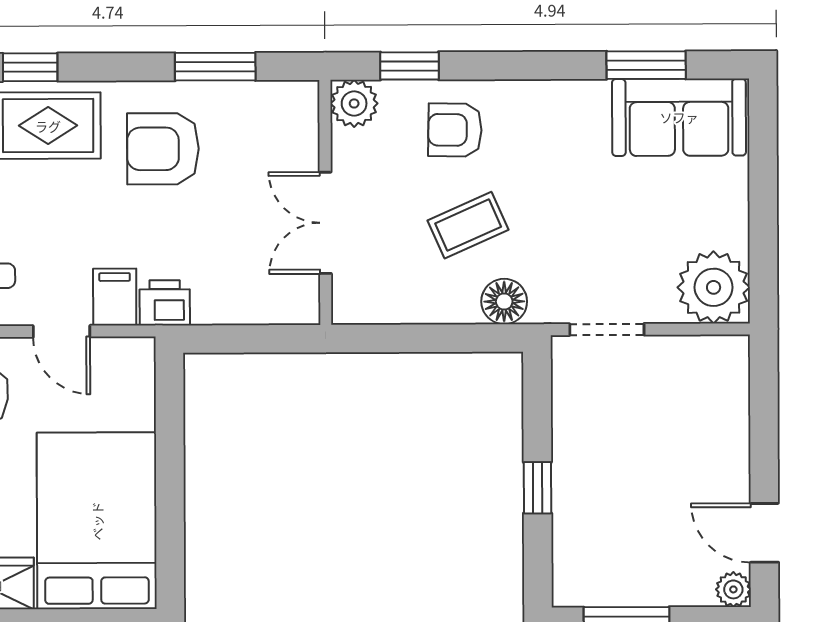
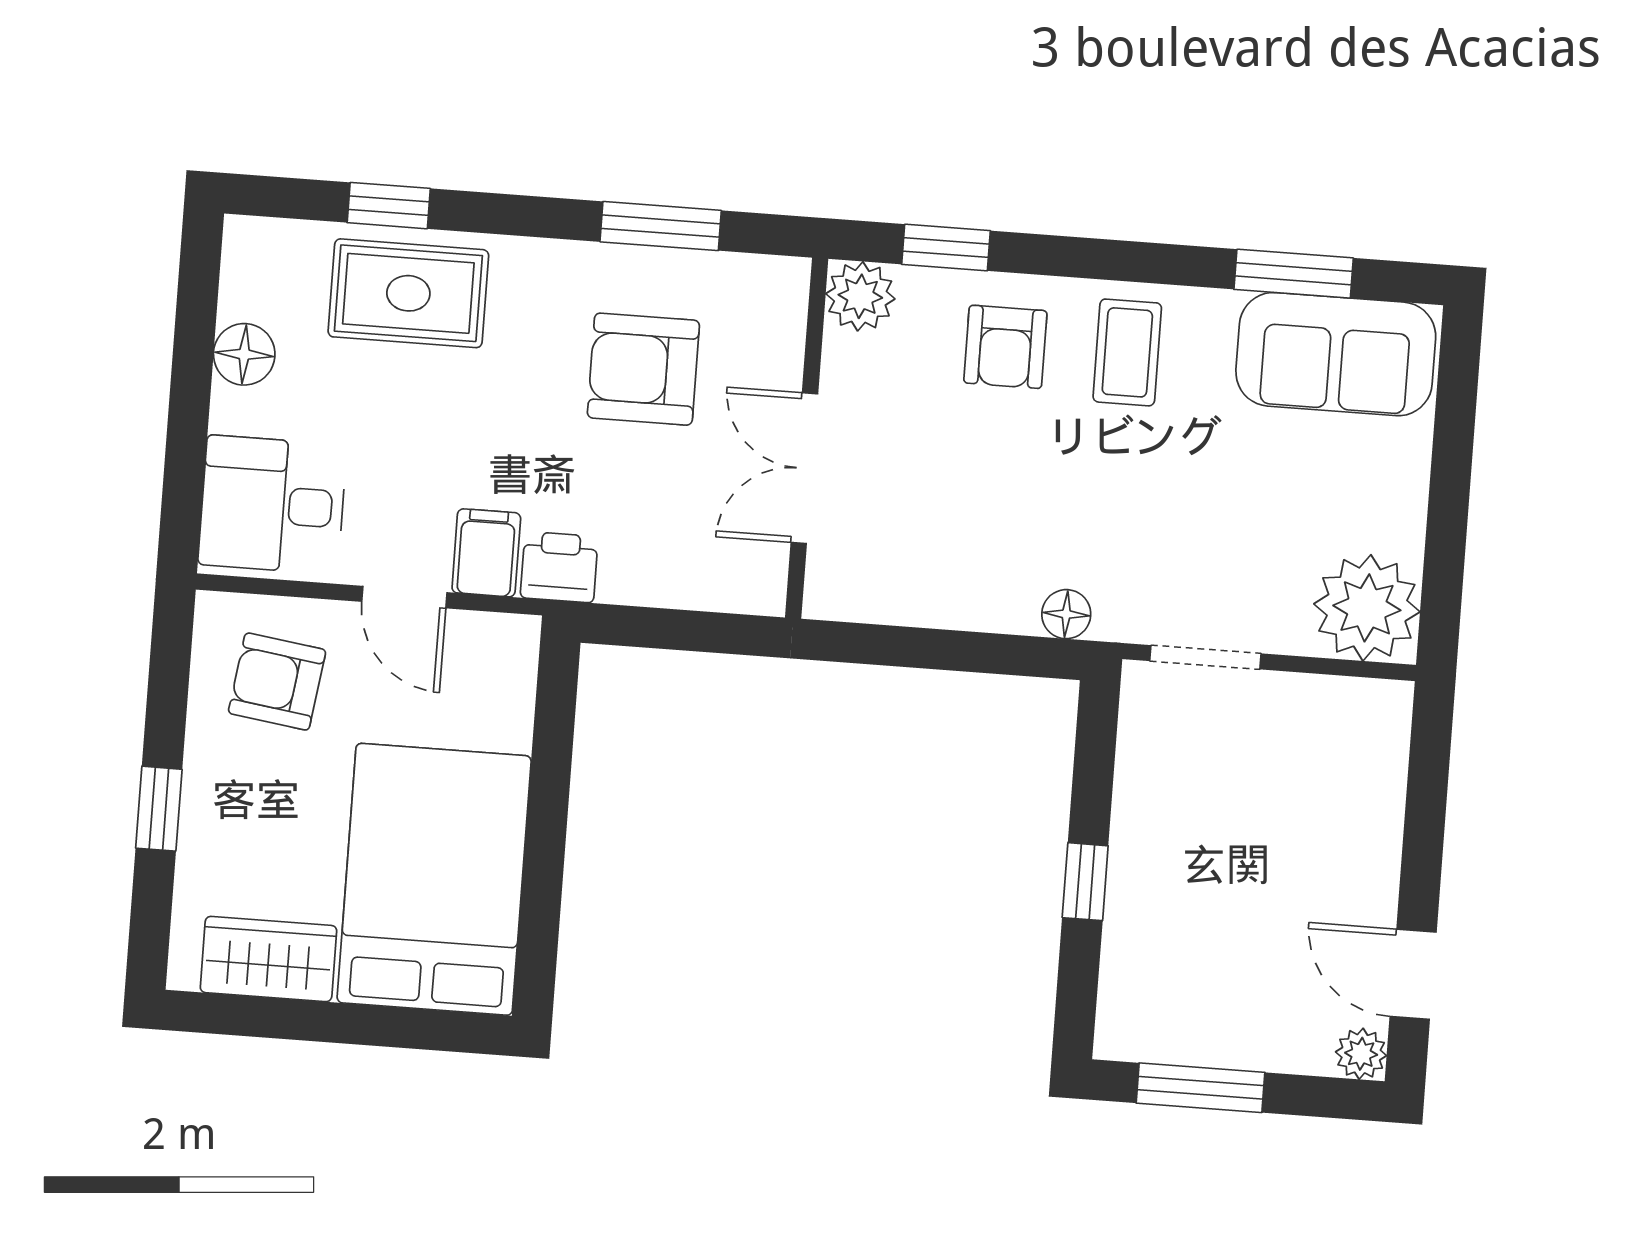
armchair: (455, 130) -> (1005, 347), turned -91
armchair: (163, 149) -> (643, 369), moved
coffee table: (468, 225) -> (1127, 352), moved, turned -66
floor lamp: (504, 301) -> (1066, 614), width x0.73, depth x0.73

